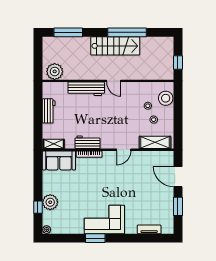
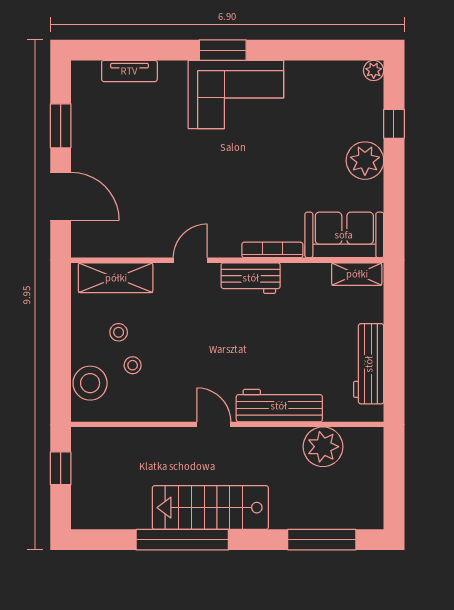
plant: (55, 71) -> (323, 447), moved
workbench: (49, 111) -> (369, 364), width x1.38
workbench: (87, 142) -> (251, 278), moved
plant: (50, 202) -> (365, 161), moved
window: (95, 238) -> (223, 50), moved

